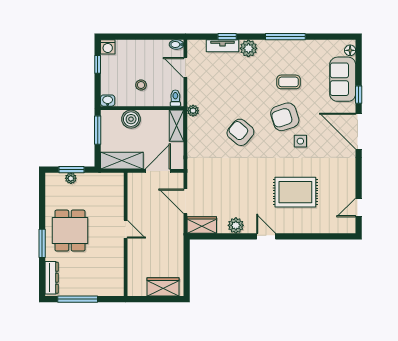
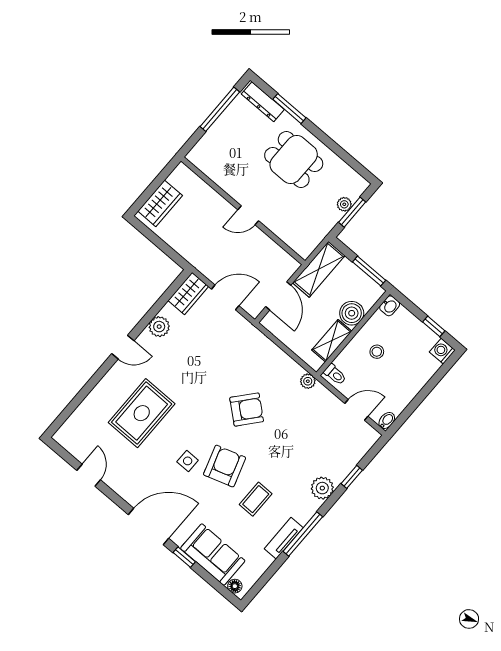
tv unit: (222, 46) -> (284, 538), moved
shelving: (177, 126) -> (332, 341), moved, turned 90
door: (359, 208) -> (89, 475), moved
window: (42, 243) -> (289, 109), moved

